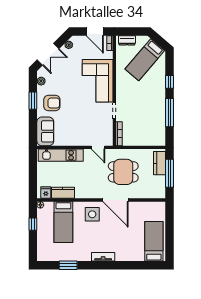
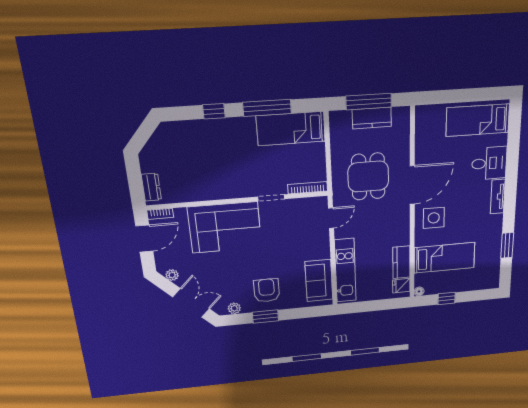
bed: (145, 60) -> (291, 129), moved, turned 139
sofa: (45, 131) -> (319, 281), moved, turned -90
kitchen counter: (160, 163) -> (372, 118), moved
desk: (126, 250) -> (489, 163), added

